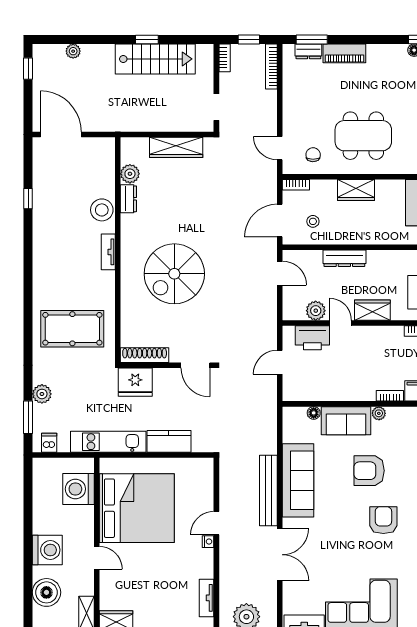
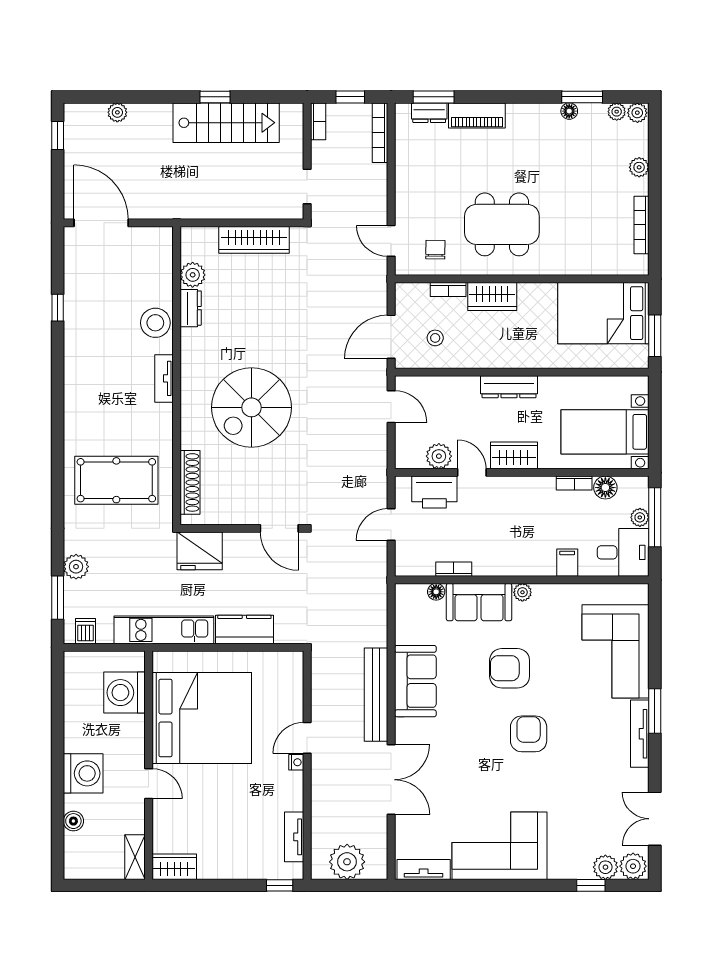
bookcase: (296, 185) -> (448, 290), moved
dresser: (344, 258) -> (509, 387), moved
shoe rack: (145, 355) -> (190, 482), moved, turned 90
bookcase: (390, 396) -> (454, 569), moved
sofa: (298, 480) -> (415, 681), width x0.73
boiler: (46, 592) -> (73, 821), width x0.54, depth x0.54

